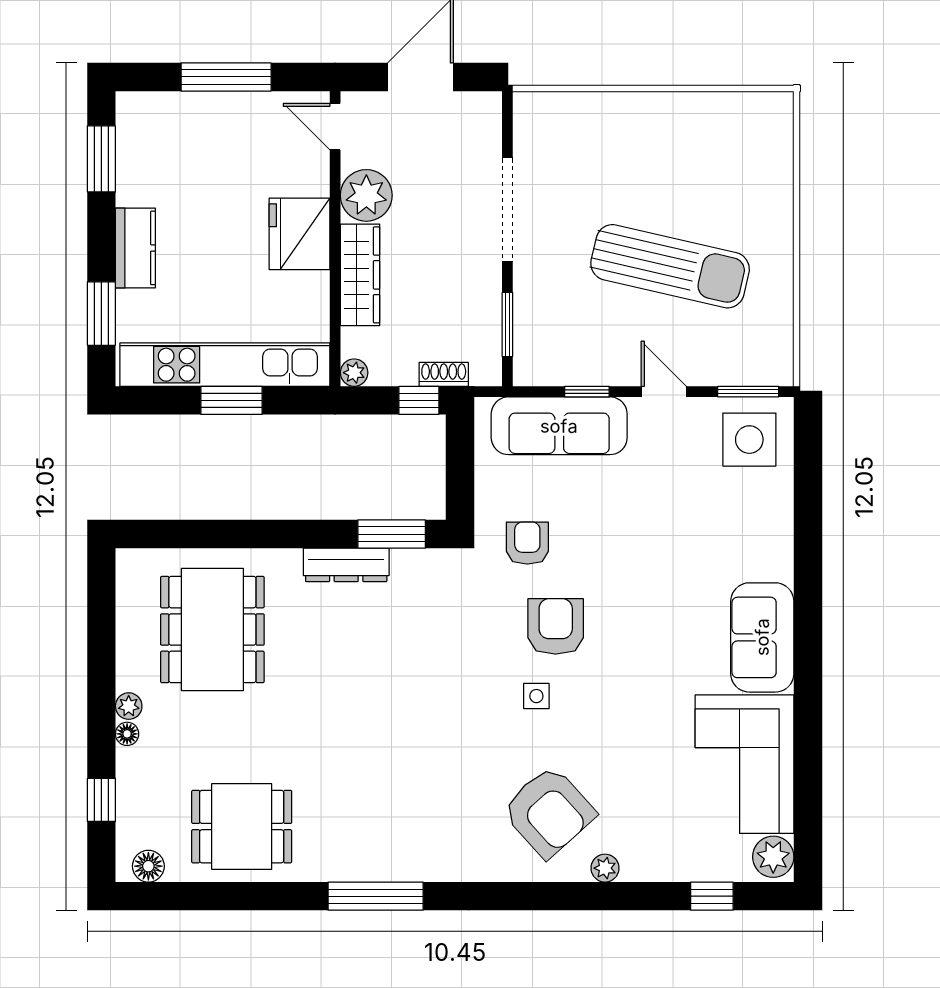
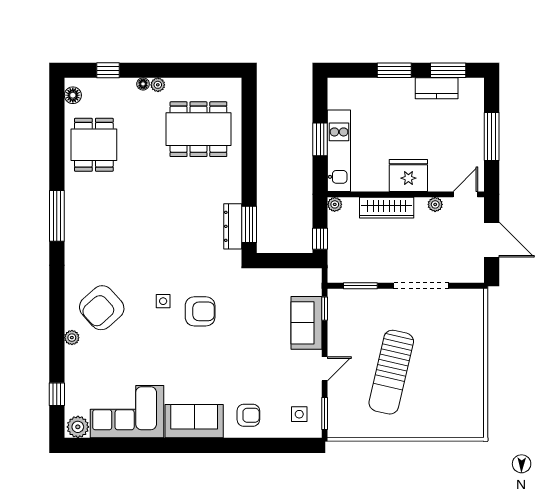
plant: (366, 195) -> (435, 204), width x0.53, depth x0.53
kitchen counter: (135, 248) -> (437, 88), moved
window: (101, 314) -> (394, 70), moved
kitchen unit: (225, 365) -> (339, 151), width x0.73
shoe rack: (444, 374) -> (334, 252), removed
window: (587, 392) -> (325, 309), moved
sofa: (559, 426) -> (307, 323), width x0.73
side table: (749, 440) -> (299, 414), width x0.54, depth x0.54
armchair: (527, 543) -> (248, 415), moved
dresser: (346, 565) -> (233, 226), moved

